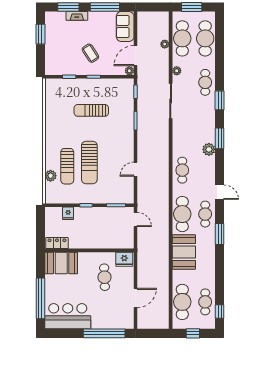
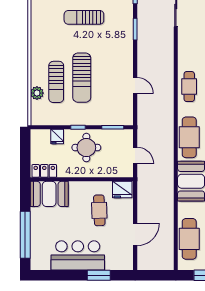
door: (135, 169) -> (135, 85), swing flipped
door: (135, 219) -> (135, 155), moved
round table: (93, 223) -> (86, 148), added
bar counter: (68, 316) -> (78, 255), moved
window: (104, 333) -> (99, 275), width x0.47

